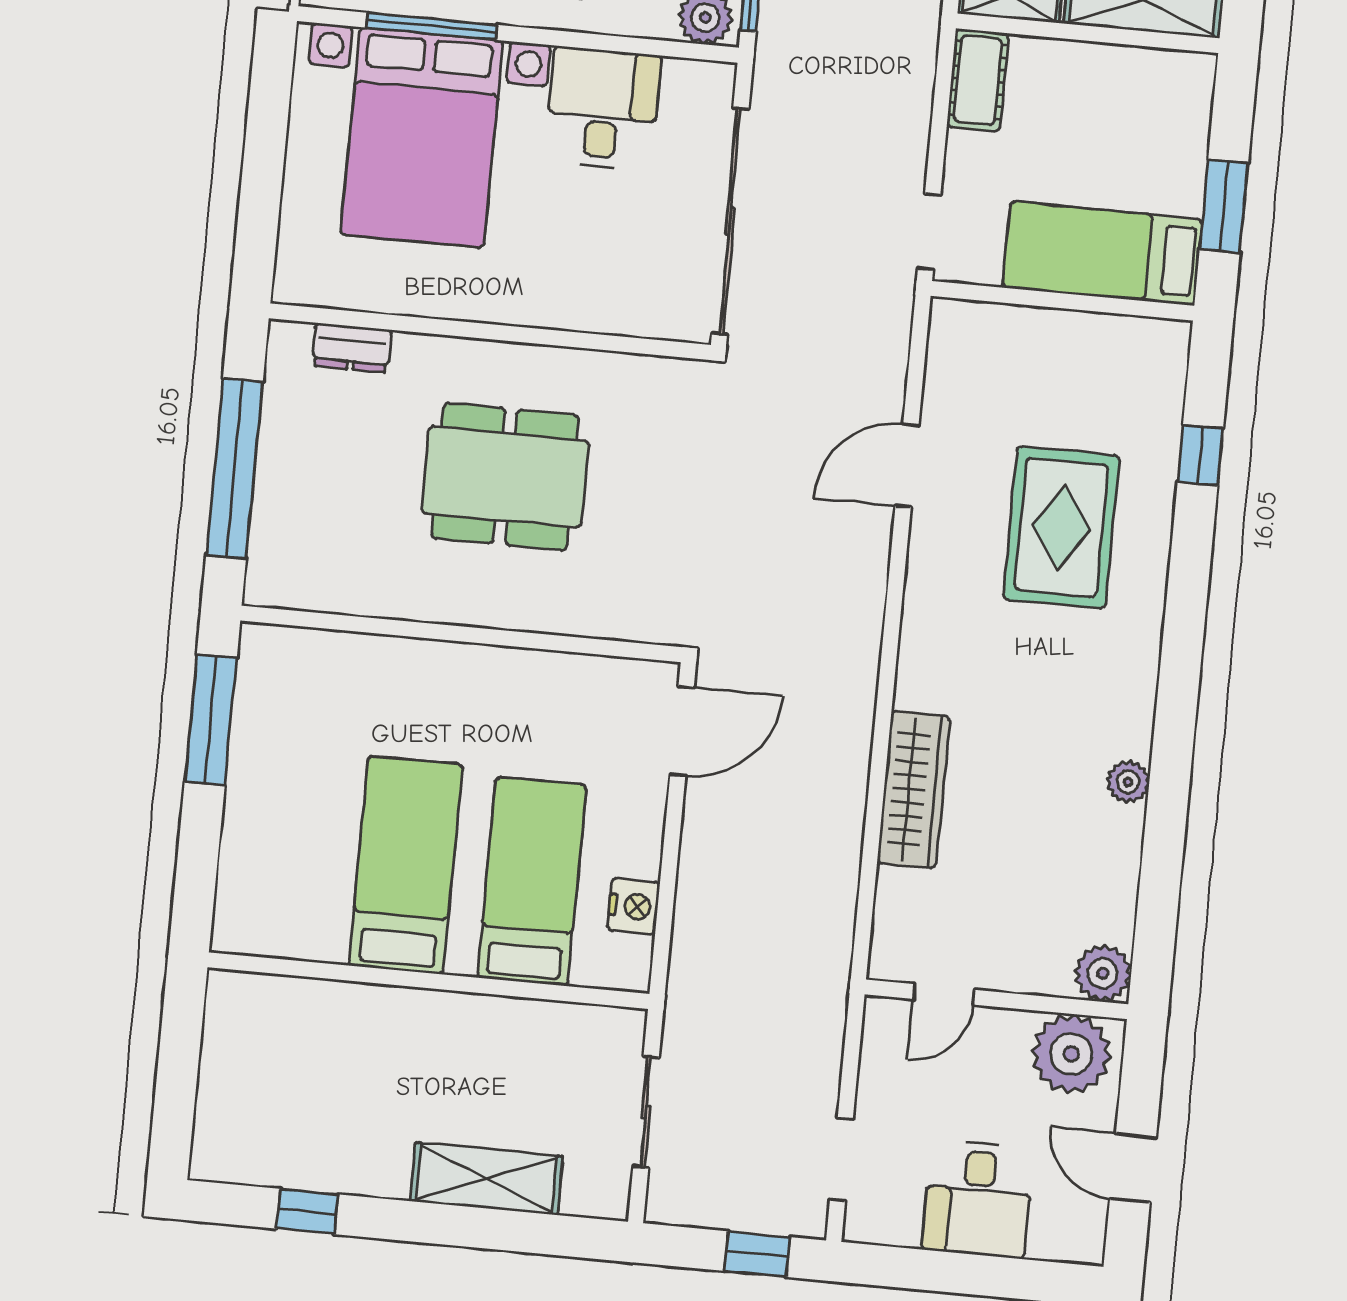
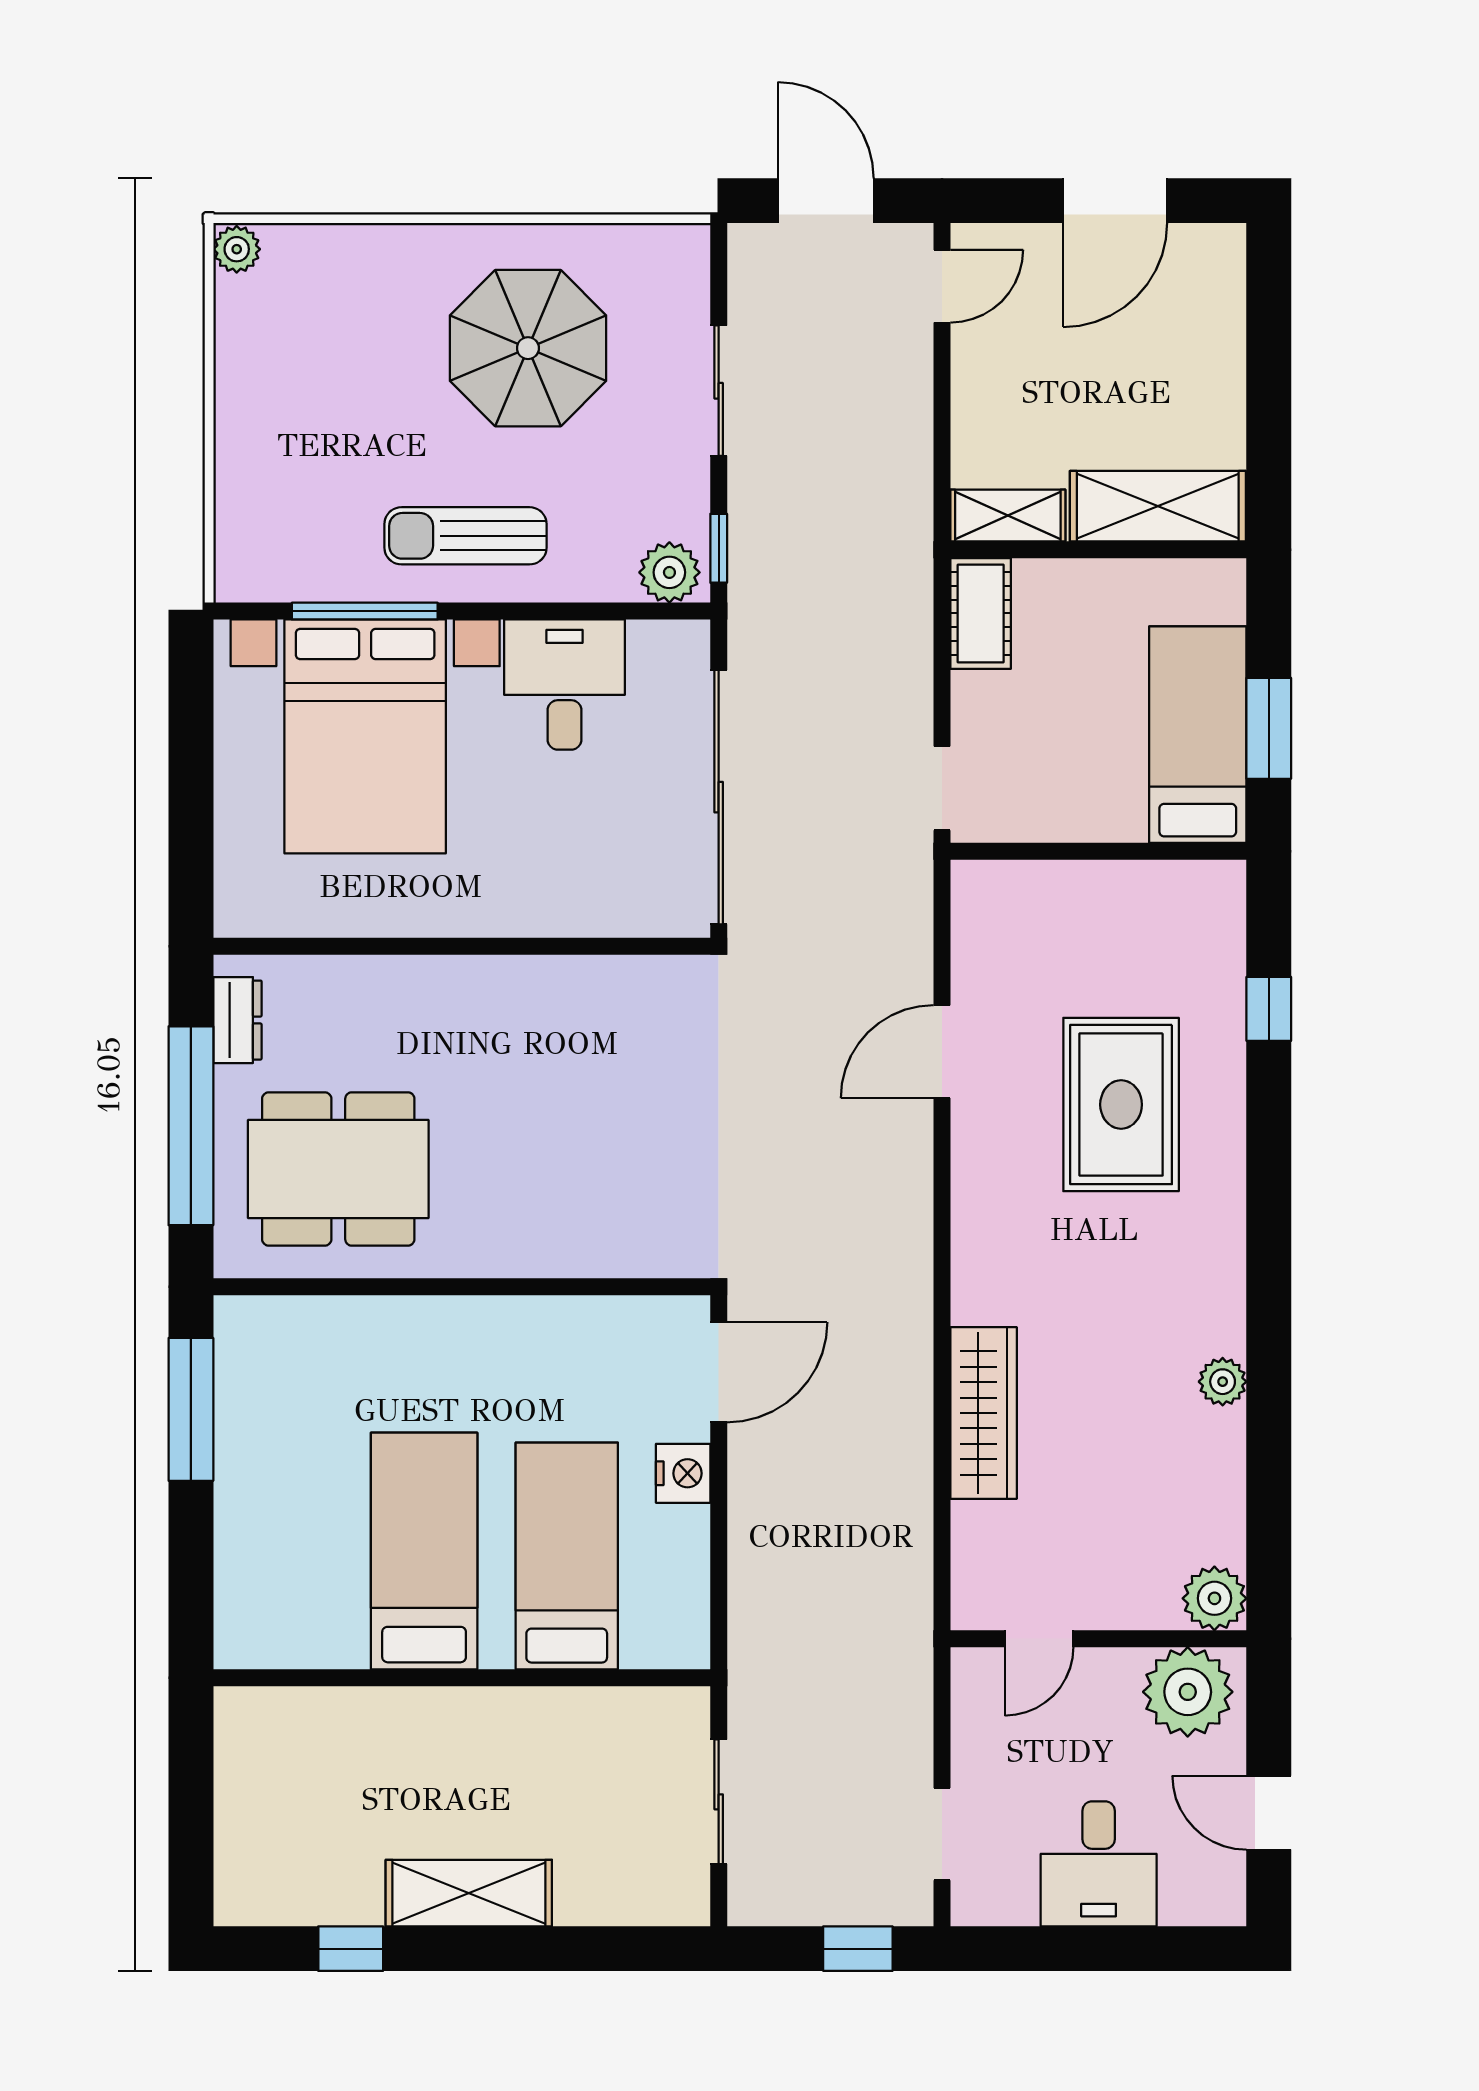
bed: (1103, 254) -> (1198, 735), moved, turned 90
dresser: (352, 348) -> (237, 1020), moved, turned -90
dining table: (505, 477) -> (338, 1169), moved
nightstand: (634, 906) -> (683, 1473), moved
shelving: (486, 1179) -> (469, 1893), moved

